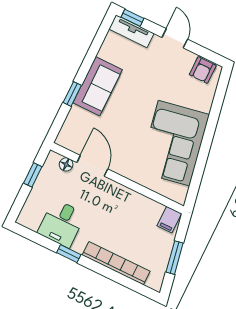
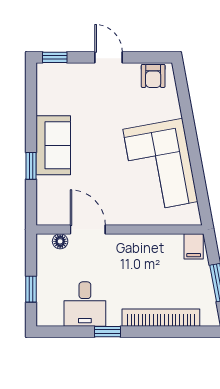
tv unit: (131, 31) -> (60, 72), removed
window: (33, 175) -> (31, 289), moved

